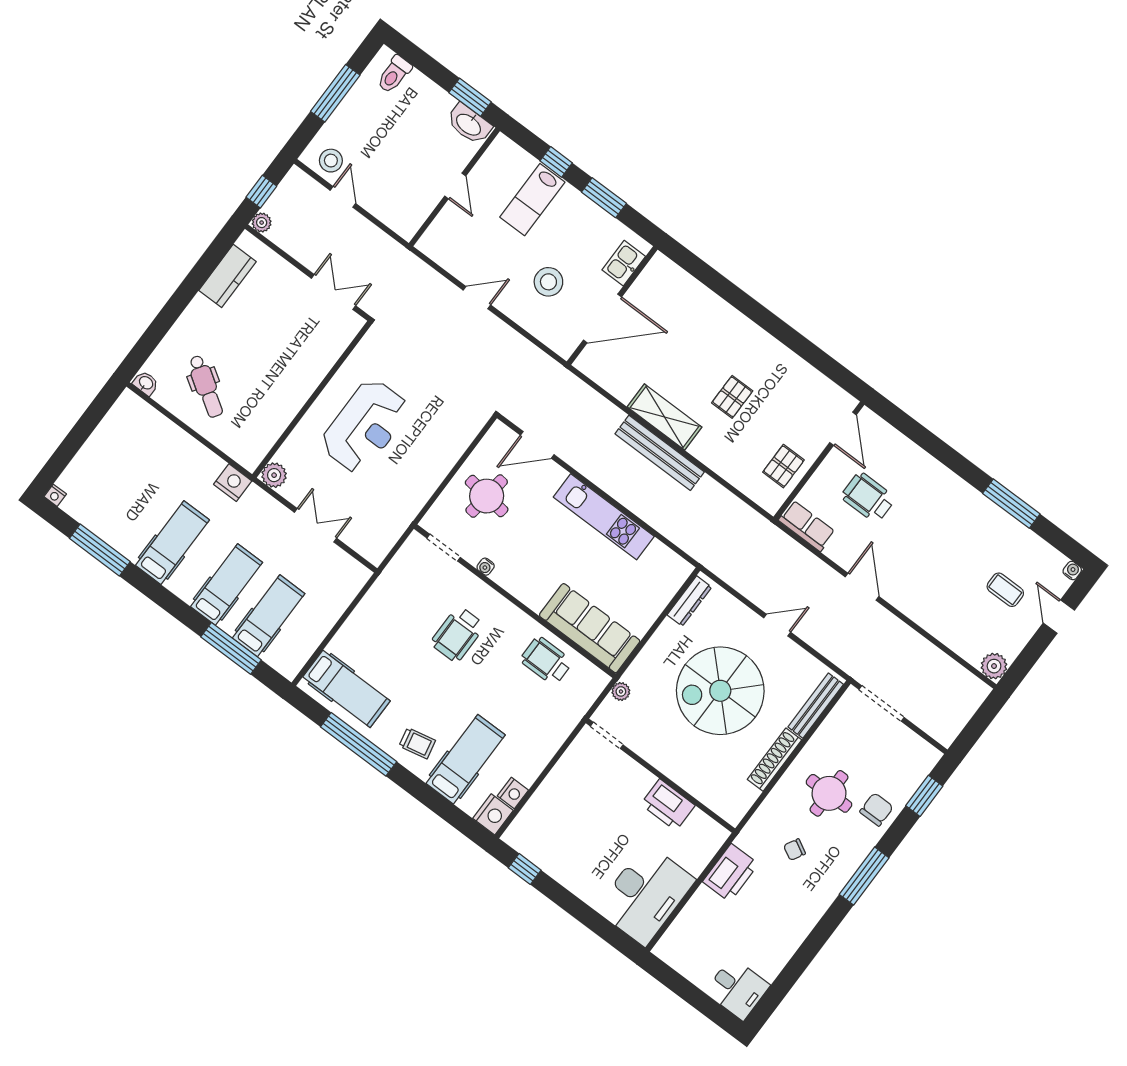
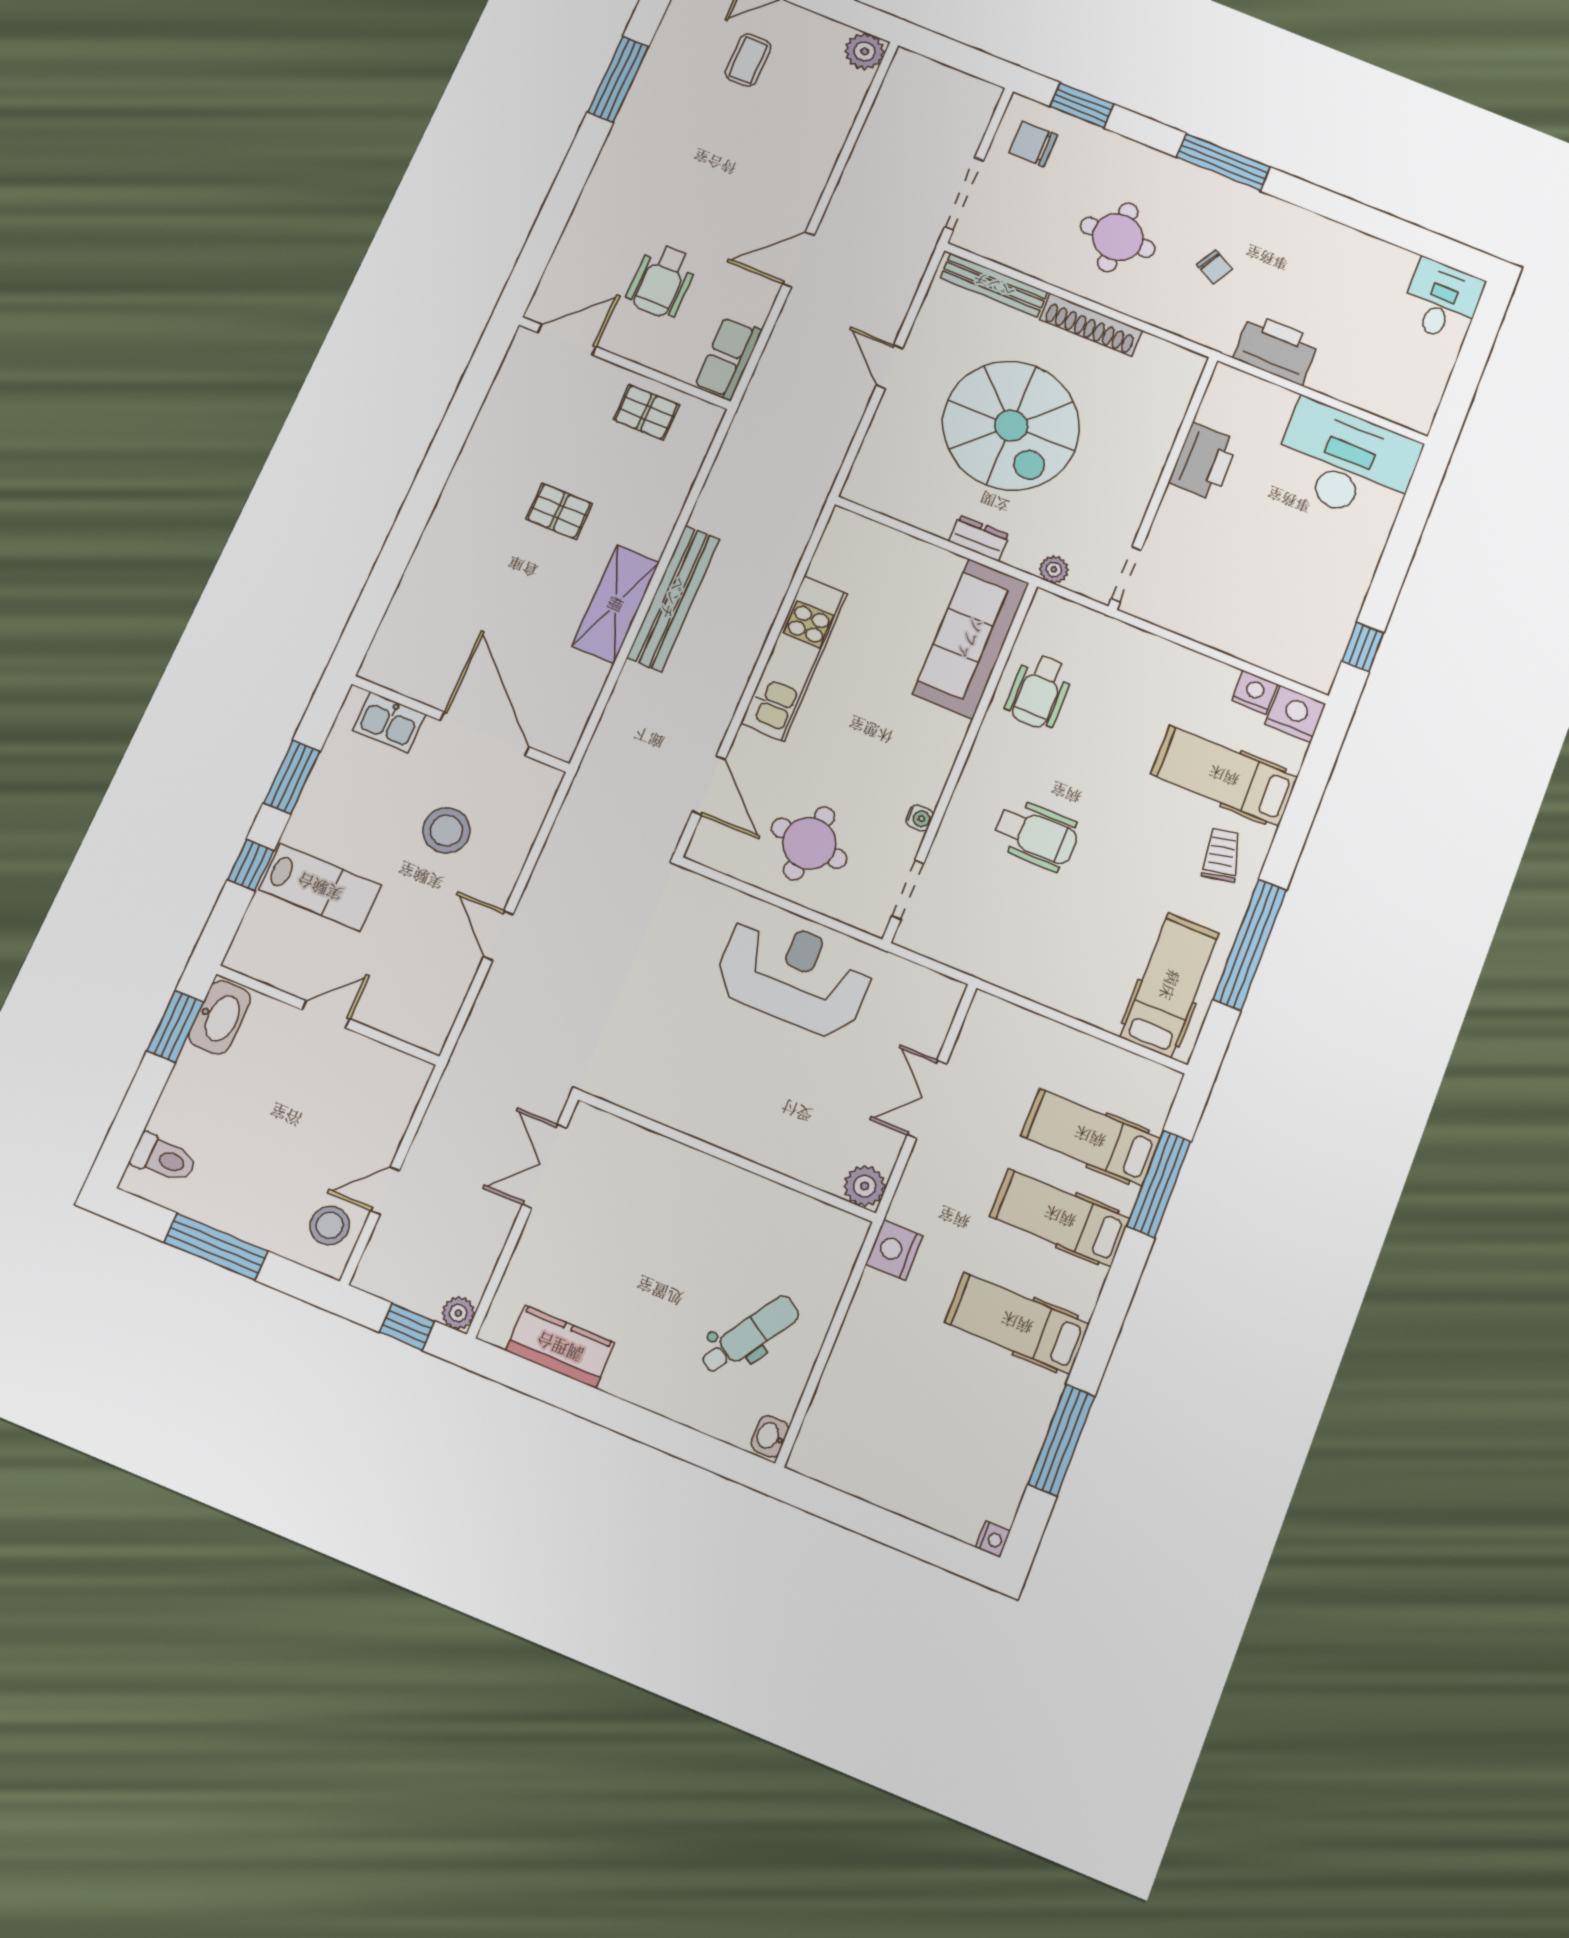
reception desk: (365, 426) -> (794, 976), moved
dresser: (689, 601) -> (979, 538), moved, width x0.70
chair: (877, 809) -> (1033, 144), moved

